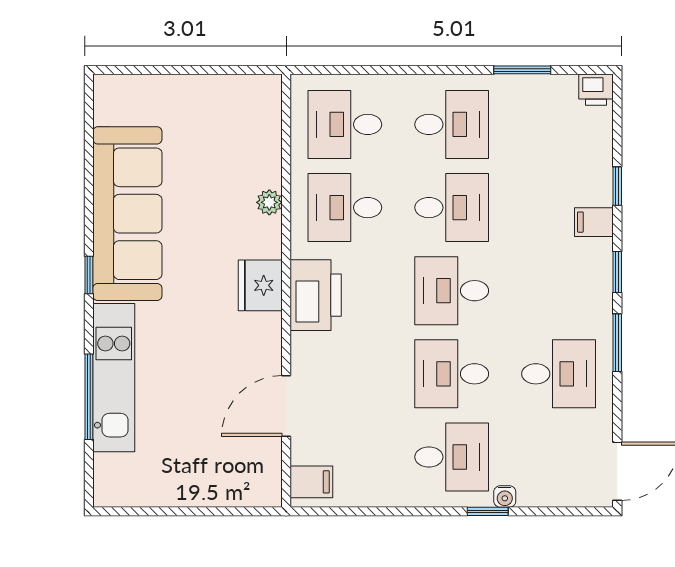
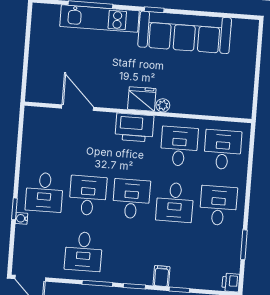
desk: (452, 124) -> (218, 206), turned 180
plant: (269, 202) -> (163, 105), moved
filing cabinet: (311, 482) -> (37, 118), removed

